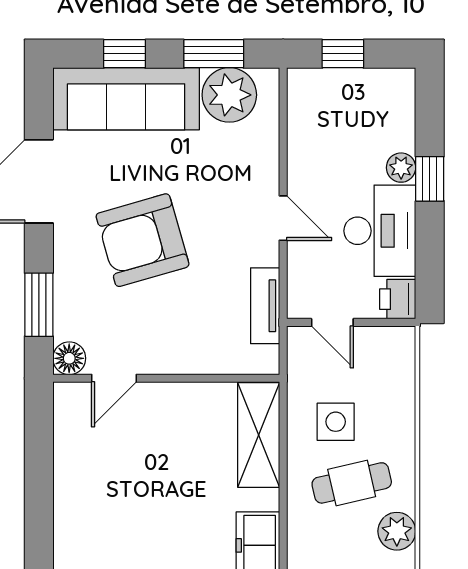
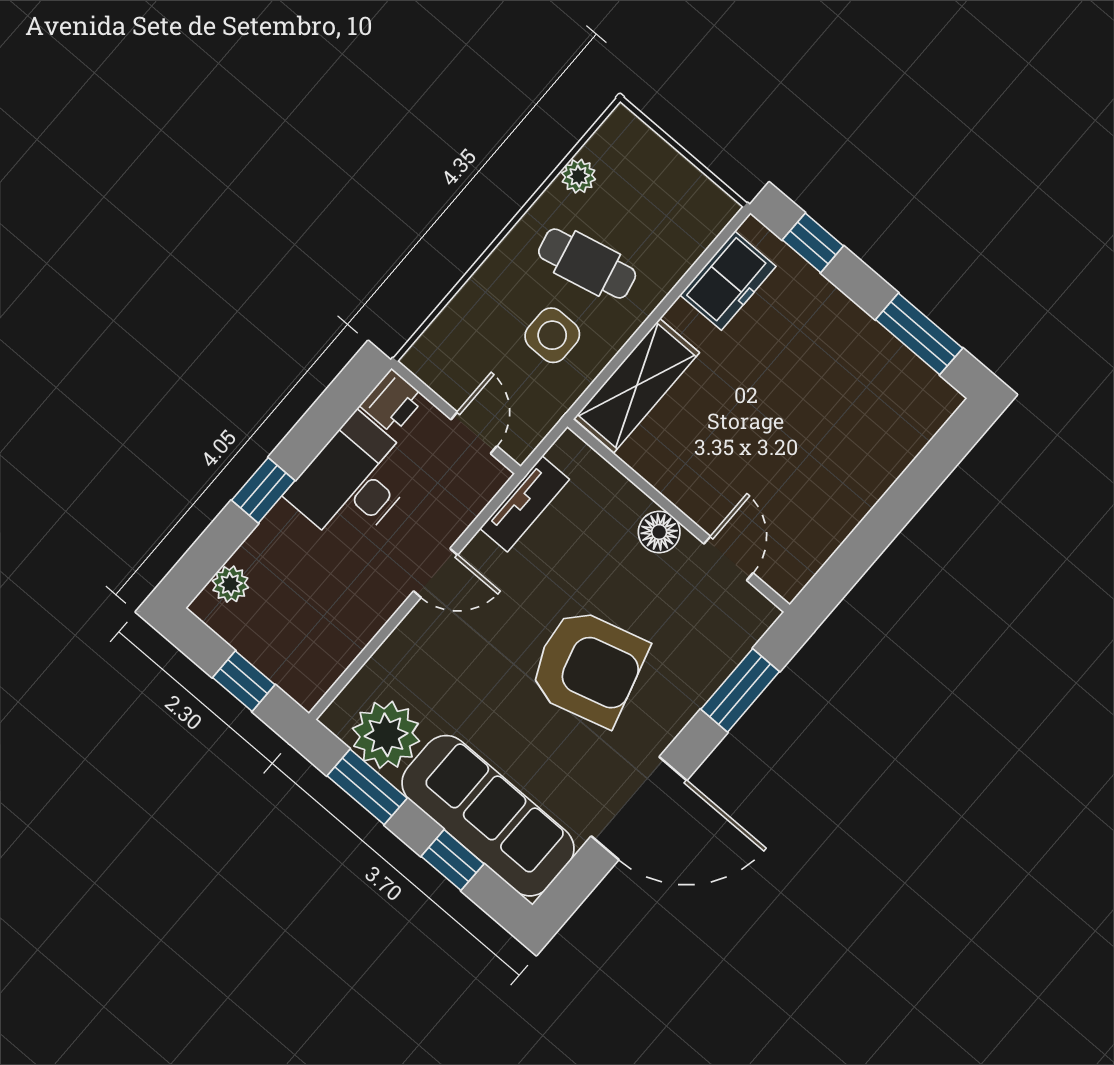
plant: (401, 168) -> (230, 584), moved
door: (283, 218) -> (436, 573), swing flipped
floor lamp: (69, 358) -> (659, 532), moved
door: (114, 378) -> (729, 558), hinge flipped
plant: (397, 531) -> (579, 176), width x0.73, depth x0.73

